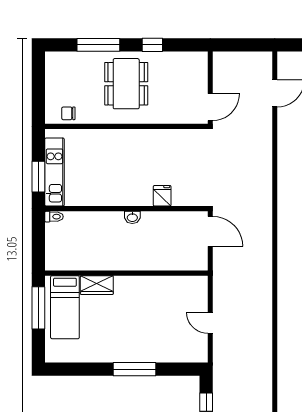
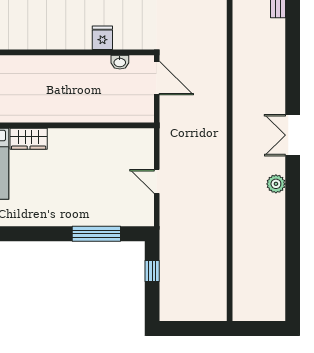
washbasin: (132, 217) -> (120, 62), moved
window: (135, 369) -> (96, 234), moved

